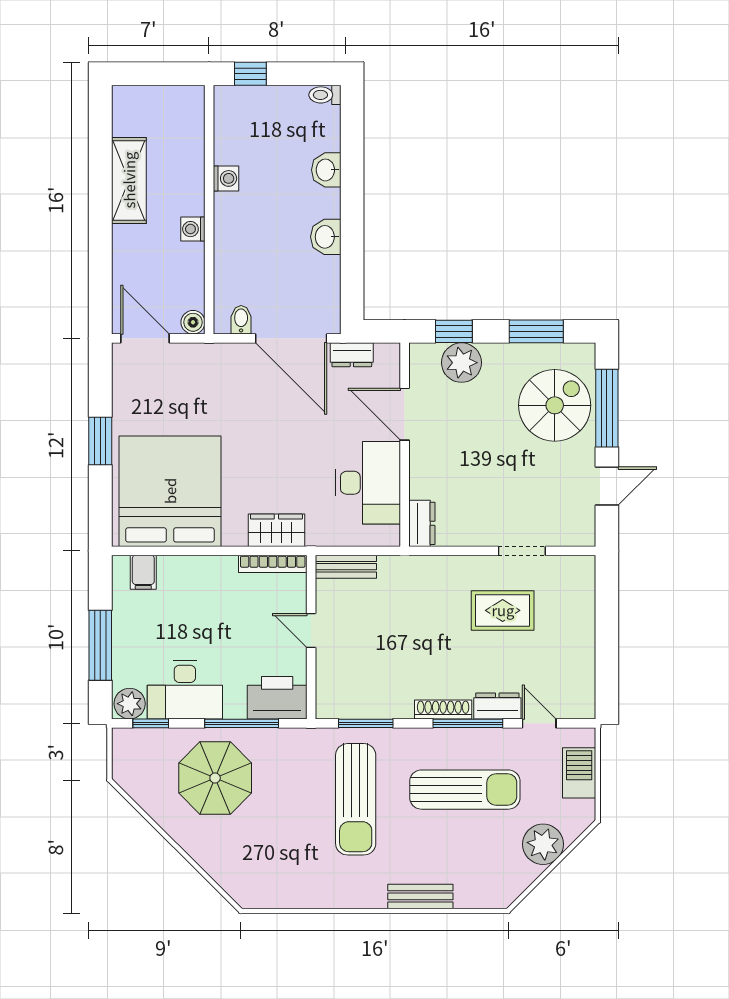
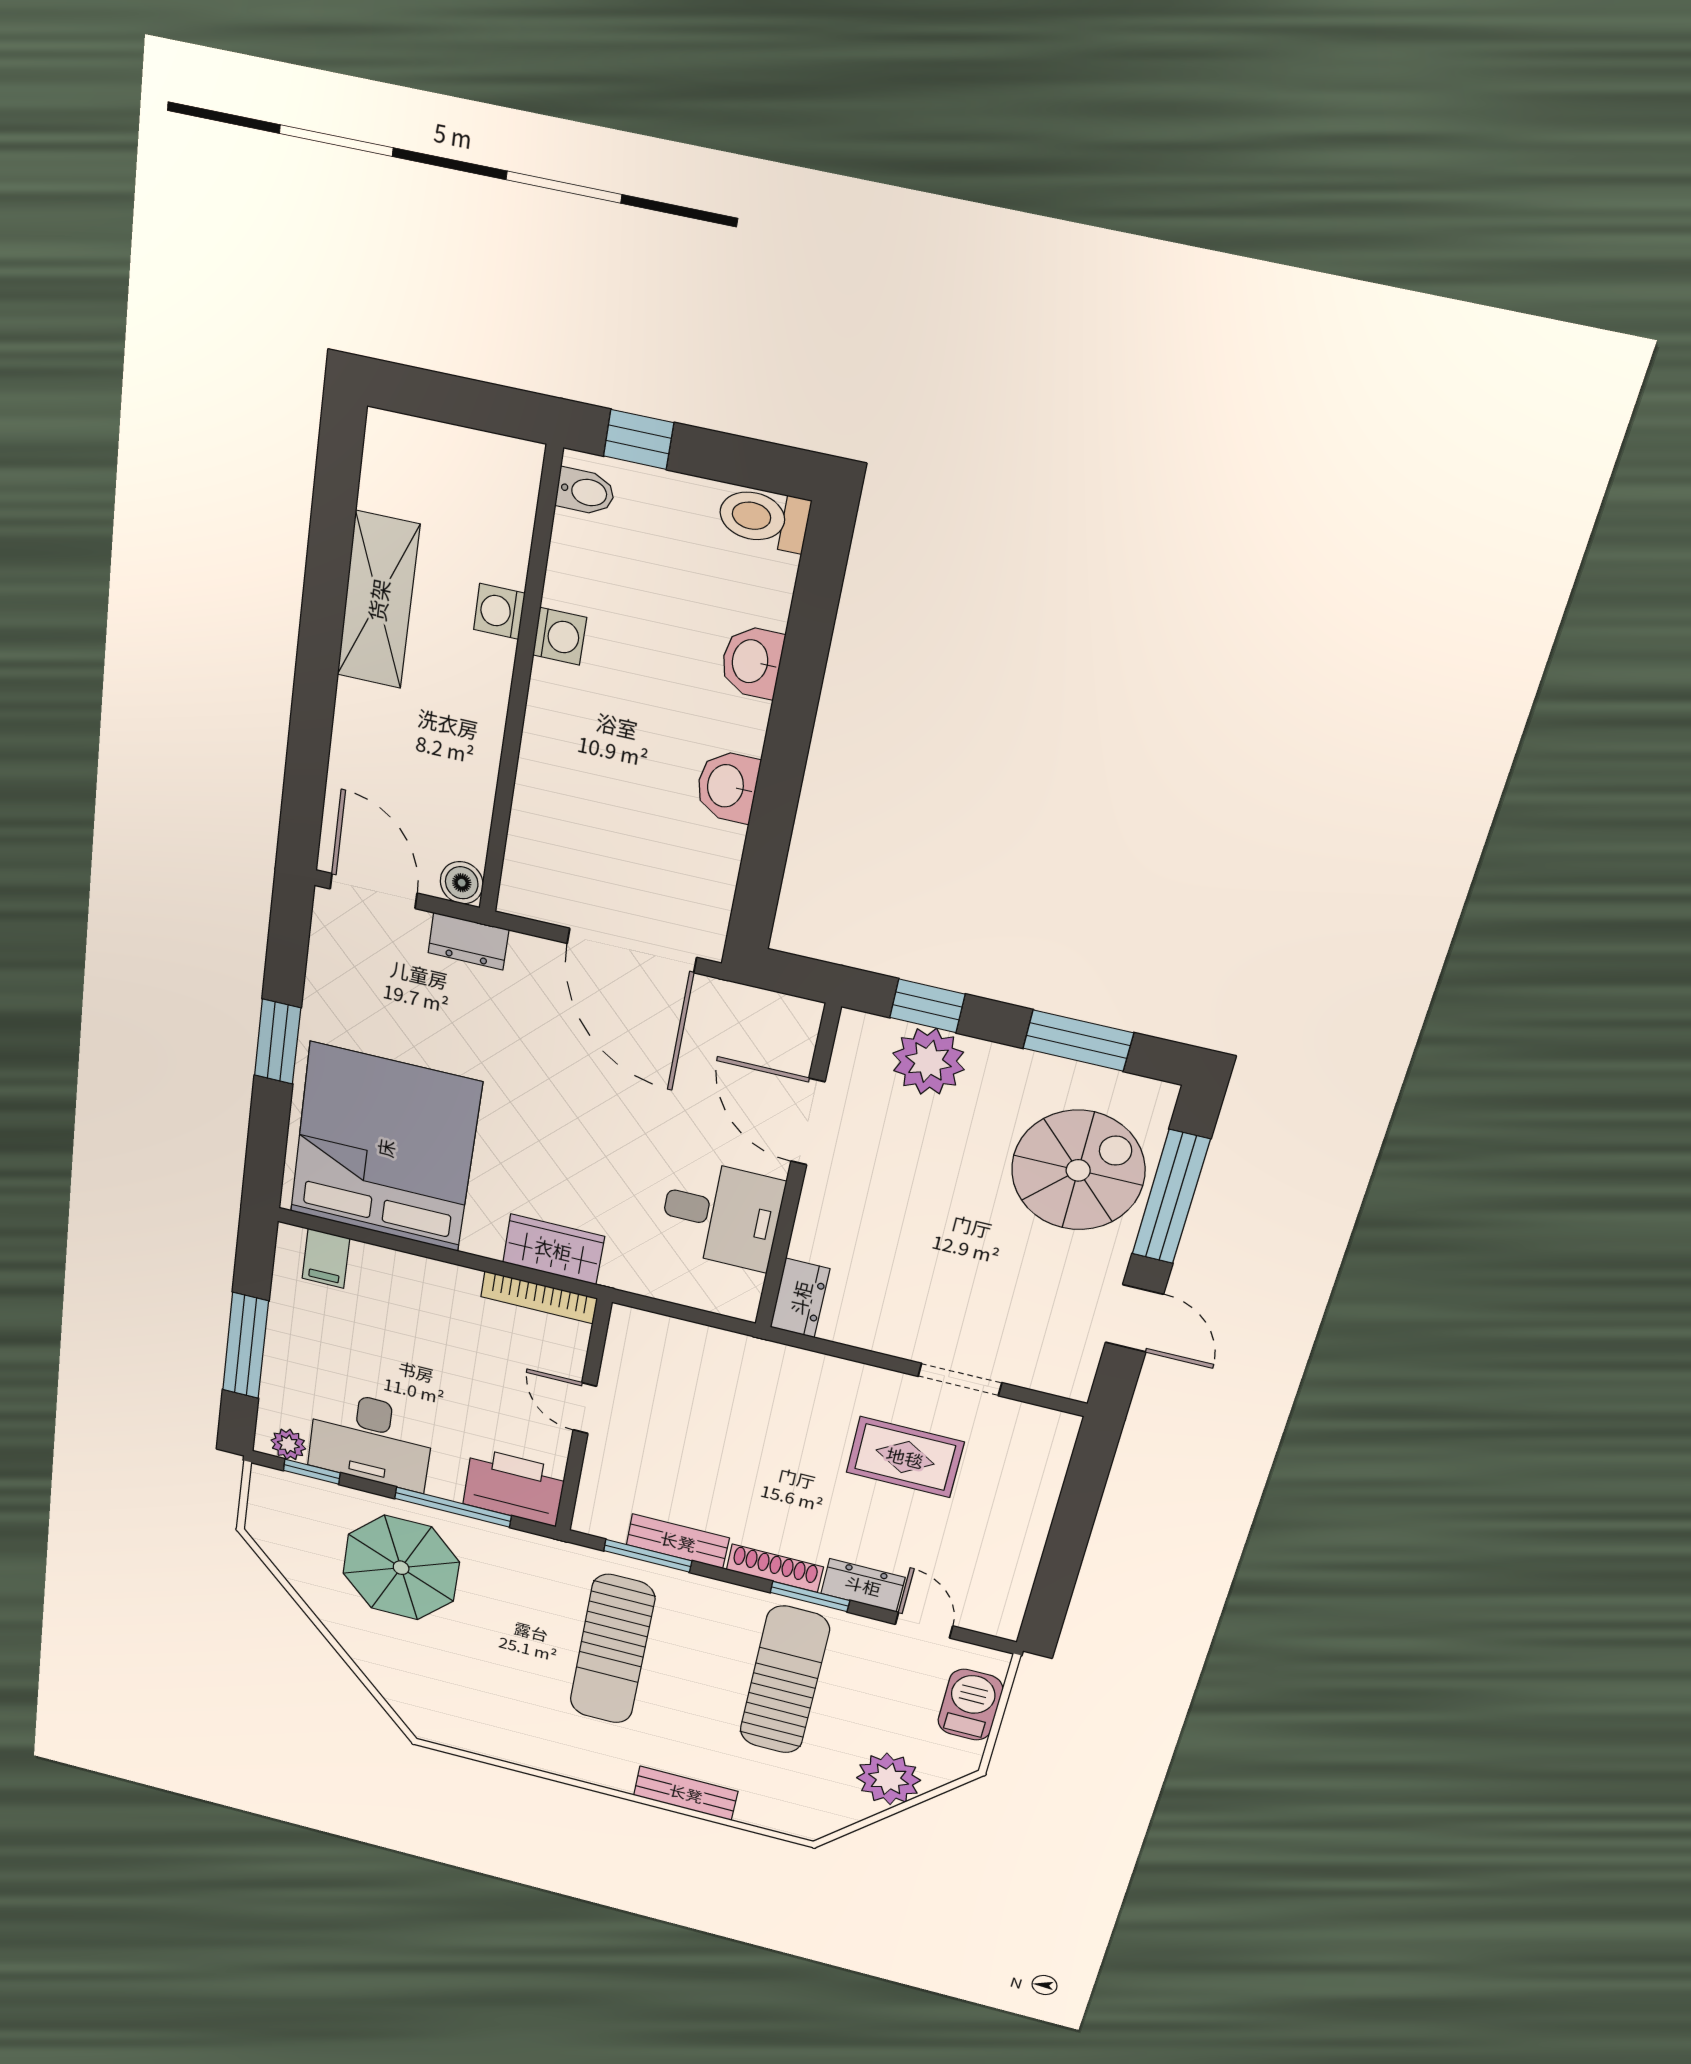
toilet: (325, 95) -> (764, 518), width x1.37, depth x1.39
washing machine: (193, 229) -> (499, 611), moved
bidet: (241, 320) -> (585, 492), moved, turned 90
dresser: (352, 355) -> (468, 941), moved
desk: (368, 483) -> (721, 1214), width x0.73
door: (607, 486) -> (1134, 1318), hinge flipped
bench: (346, 567) -> (678, 1541), moved
plant: (130, 704) -> (288, 1444), width x0.73, depth x0.73
window: (468, 723) -> (810, 1597), width x0.69
sun lounger: (465, 790) -> (784, 1680), turned -90

